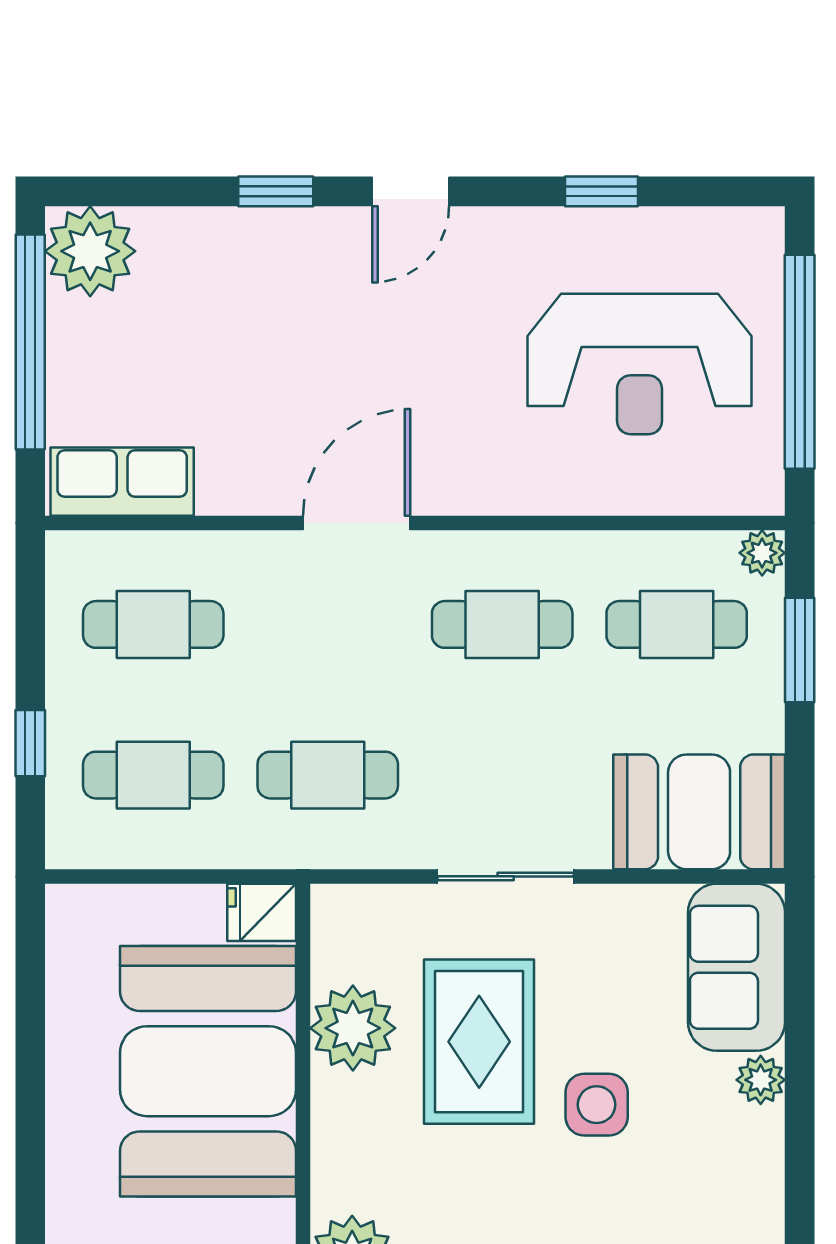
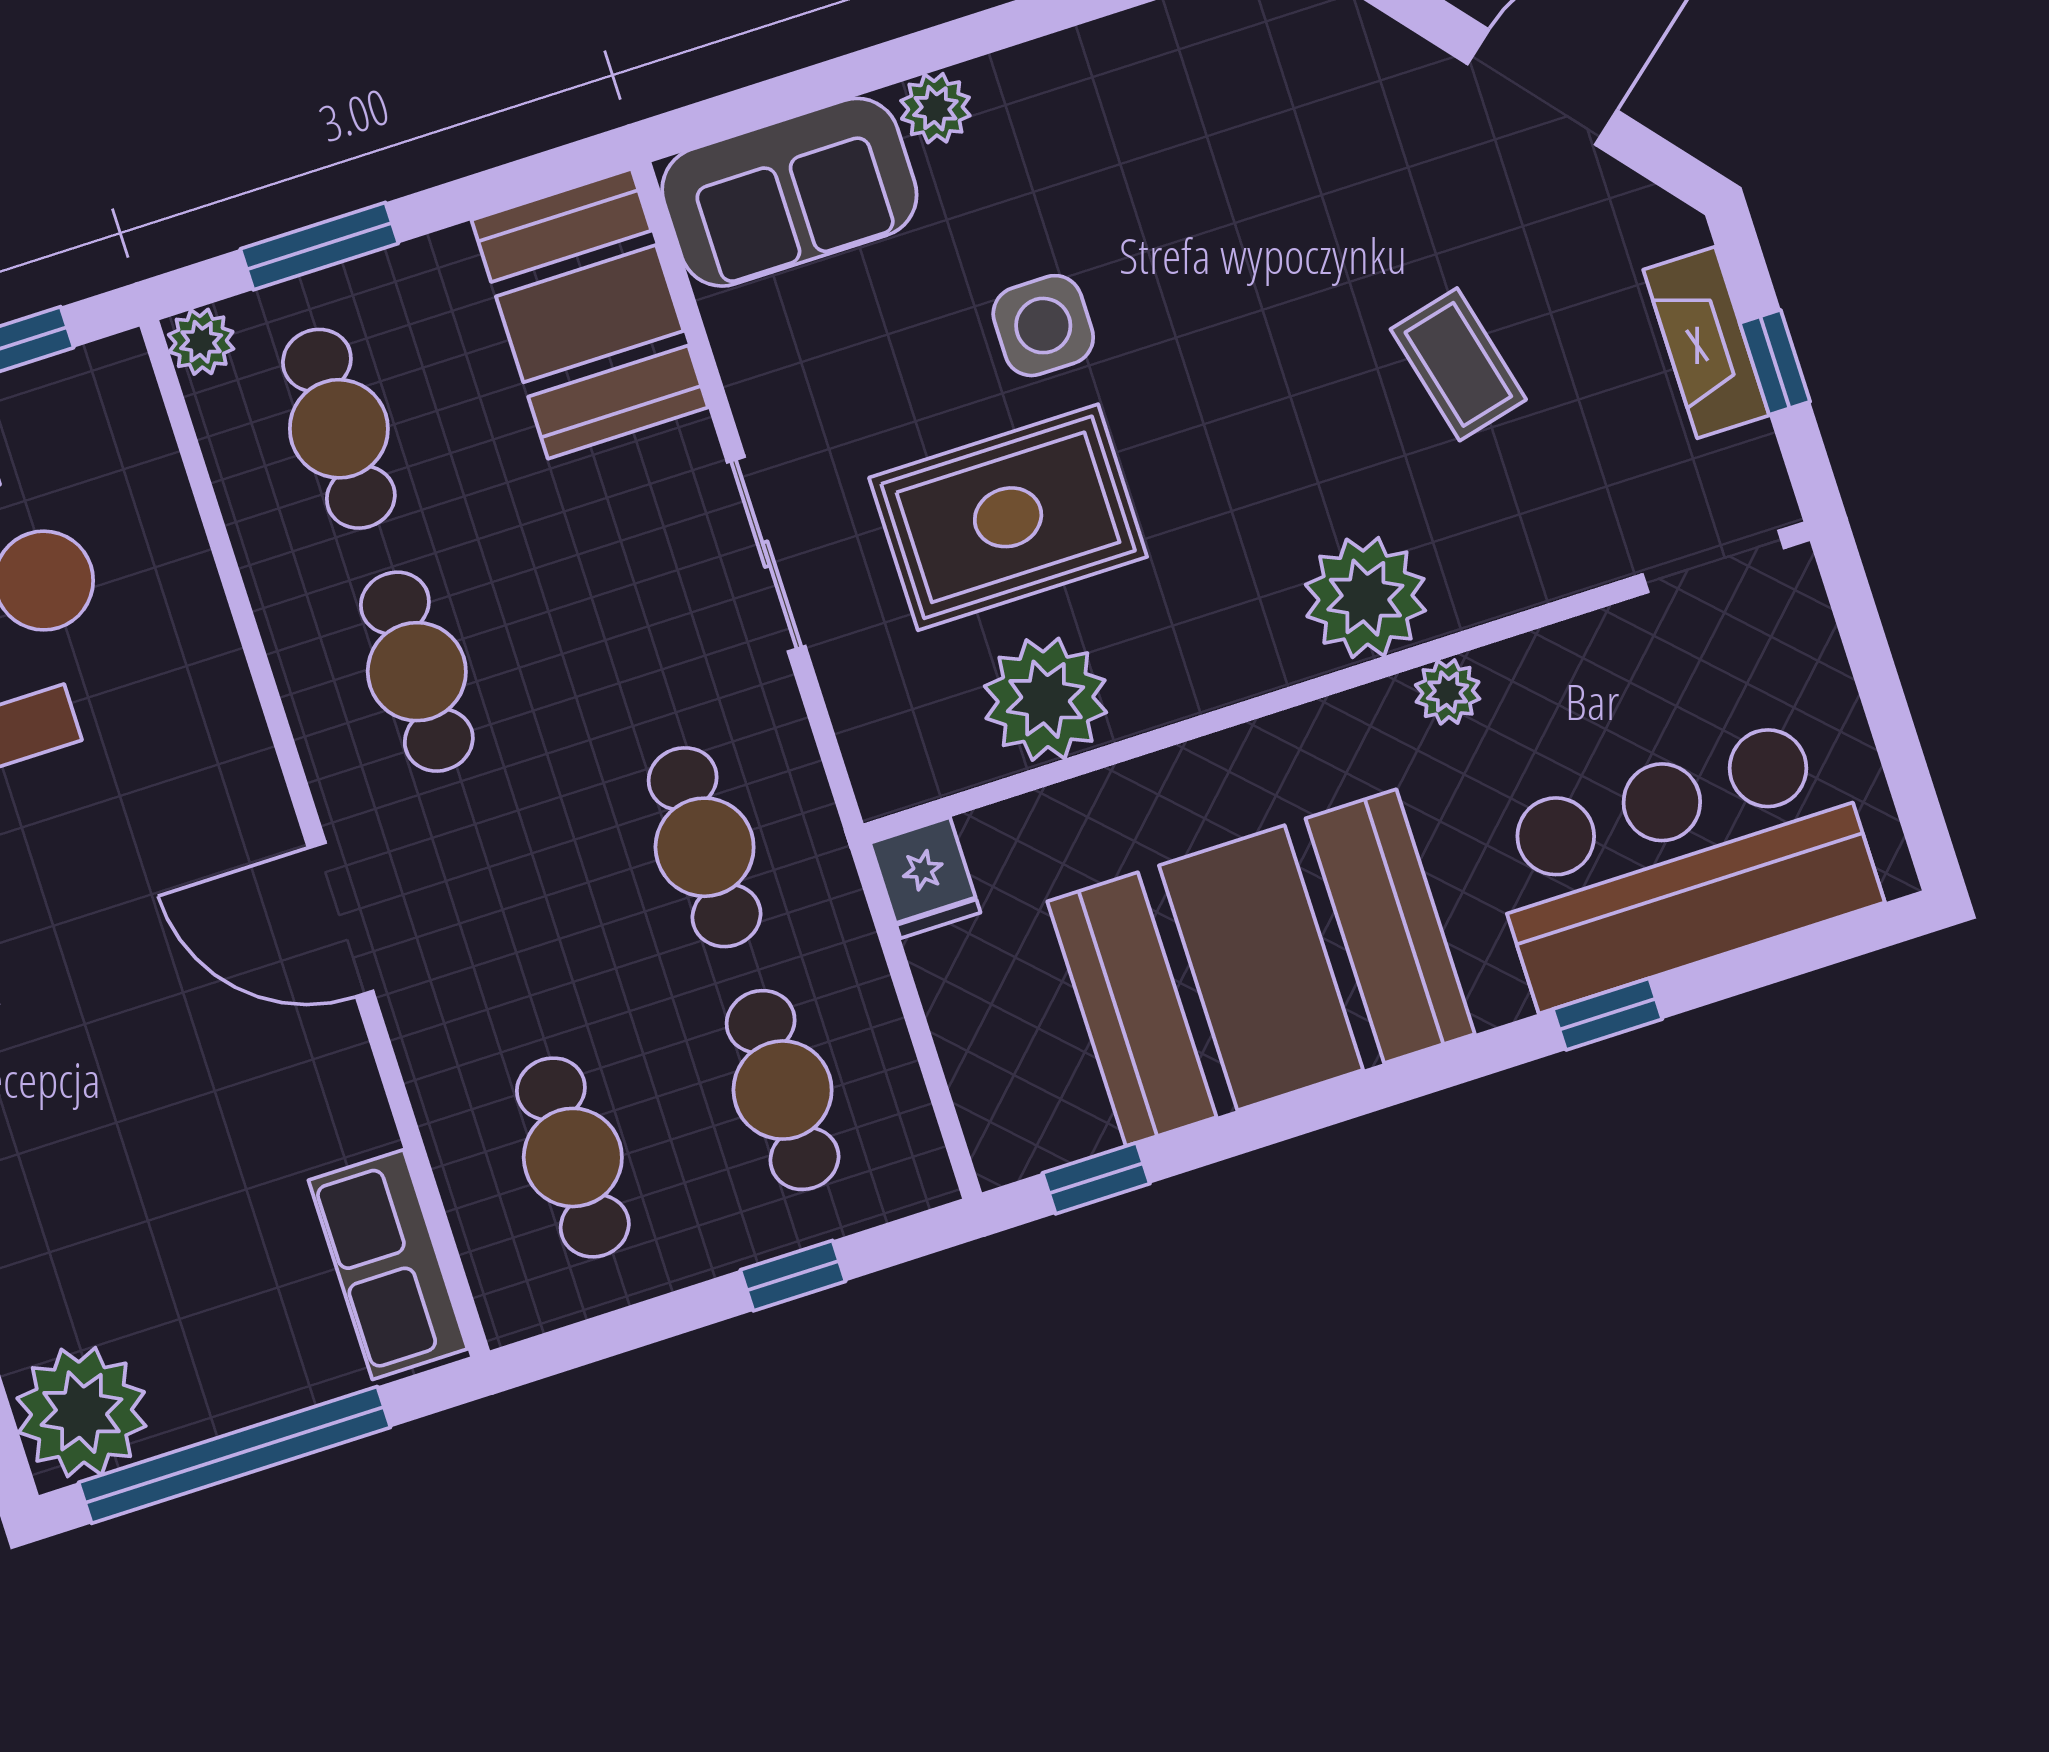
window: (30, 961) -> (1096, 1178), added
booth: (208, 1071) -> (1261, 968), moved

